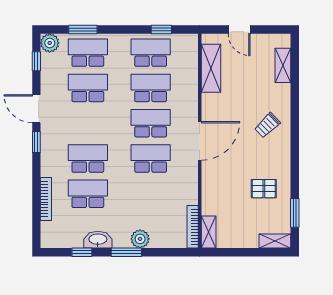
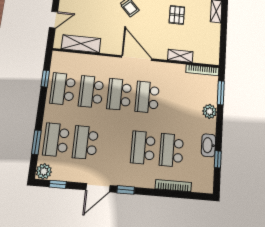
shelving: (209, 232) -> (180, 56), moved
window: (126, 252) -> (221, 93), moved

